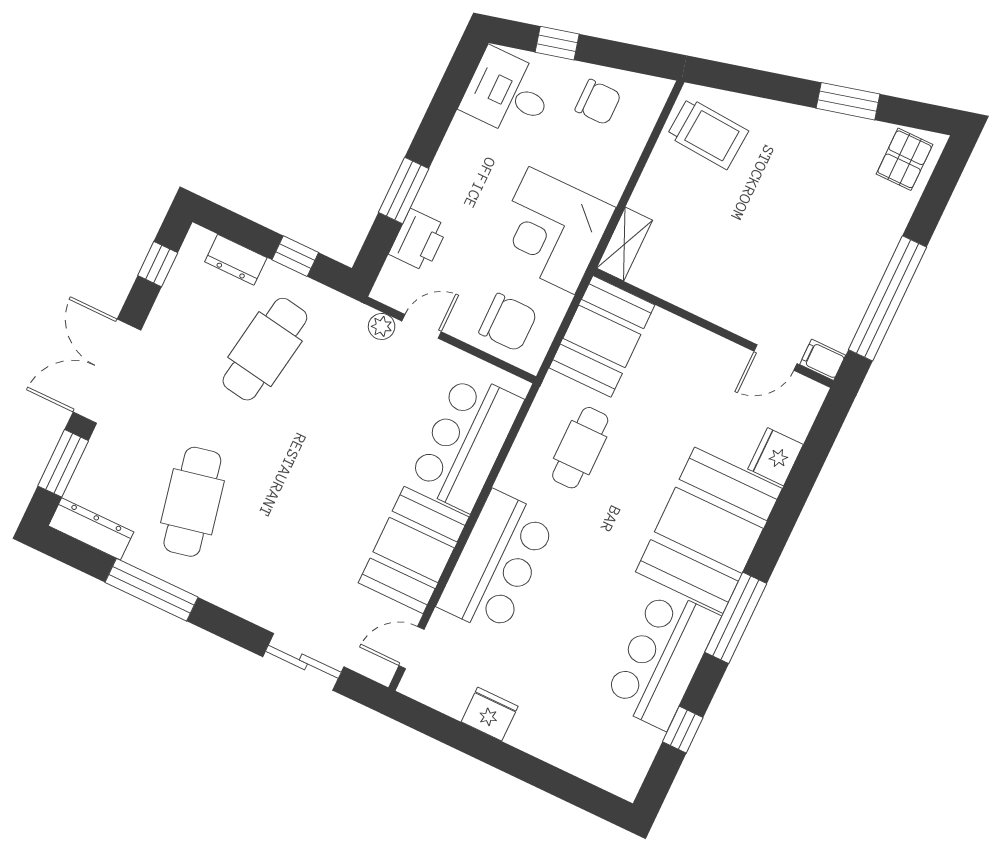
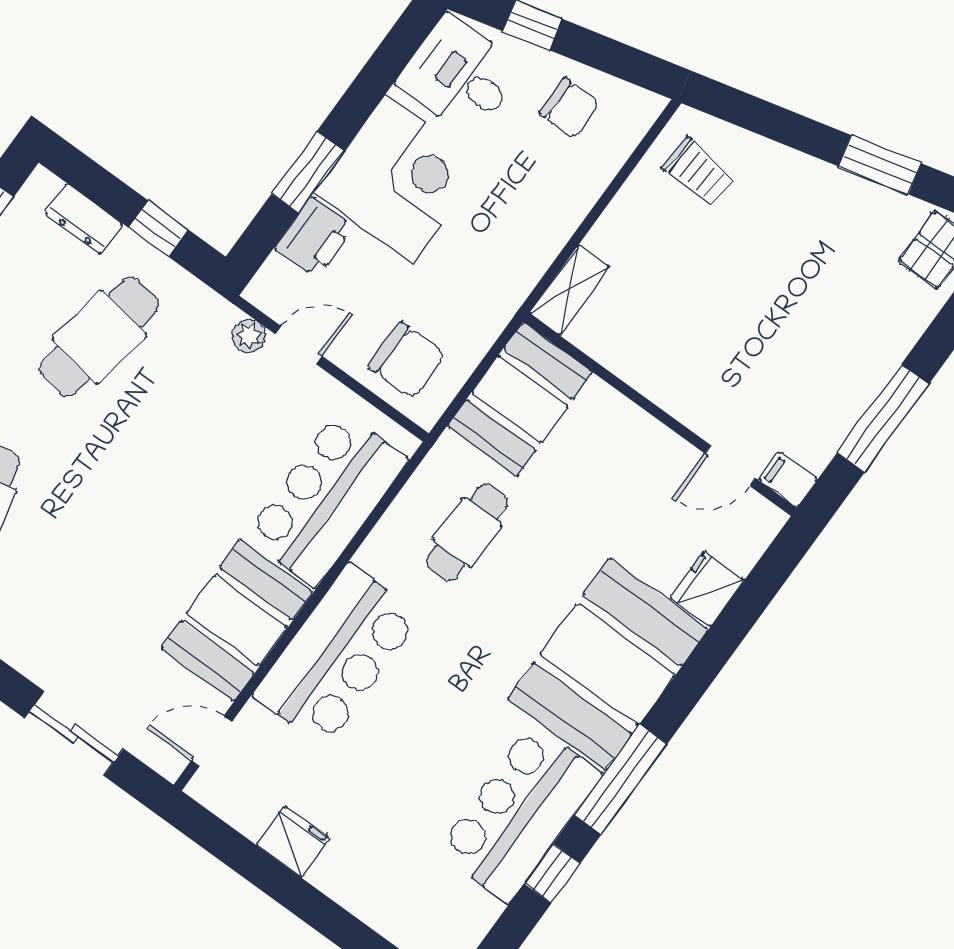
trolley: (708, 133) -> (698, 172), width x0.73, depth x0.72
corner desk: (552, 230) -> (399, 179), moved, turned 180
window: (888, 298) -> (883, 418), width x0.68
window: (683, 730) -> (552, 873), moved

